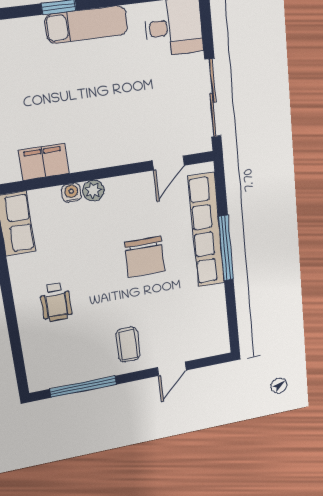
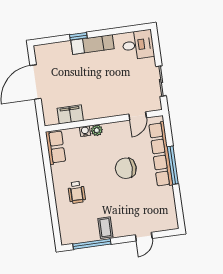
sliding door: (213, 98) -> (161, 81), width x0.73
chair: (145, 257) -> (126, 168), turned 89
coffee table: (128, 345) -> (105, 228), moved

